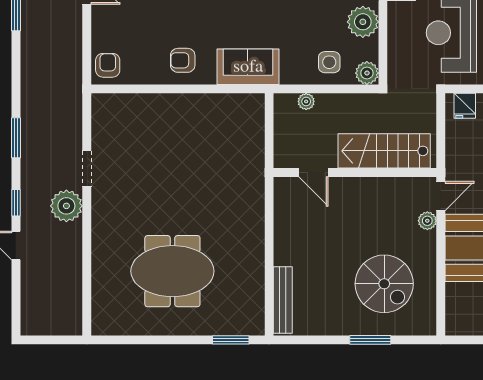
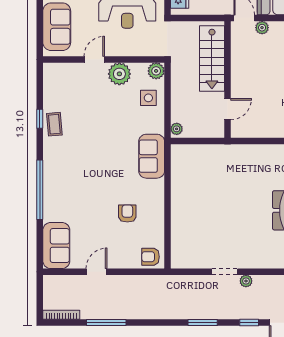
armchair: (183, 60) -> (127, 214), moved, turned 180
plant: (306, 101) -> (177, 129), moved
plant: (66, 206) -> (246, 281), width x0.53, depth x0.53

